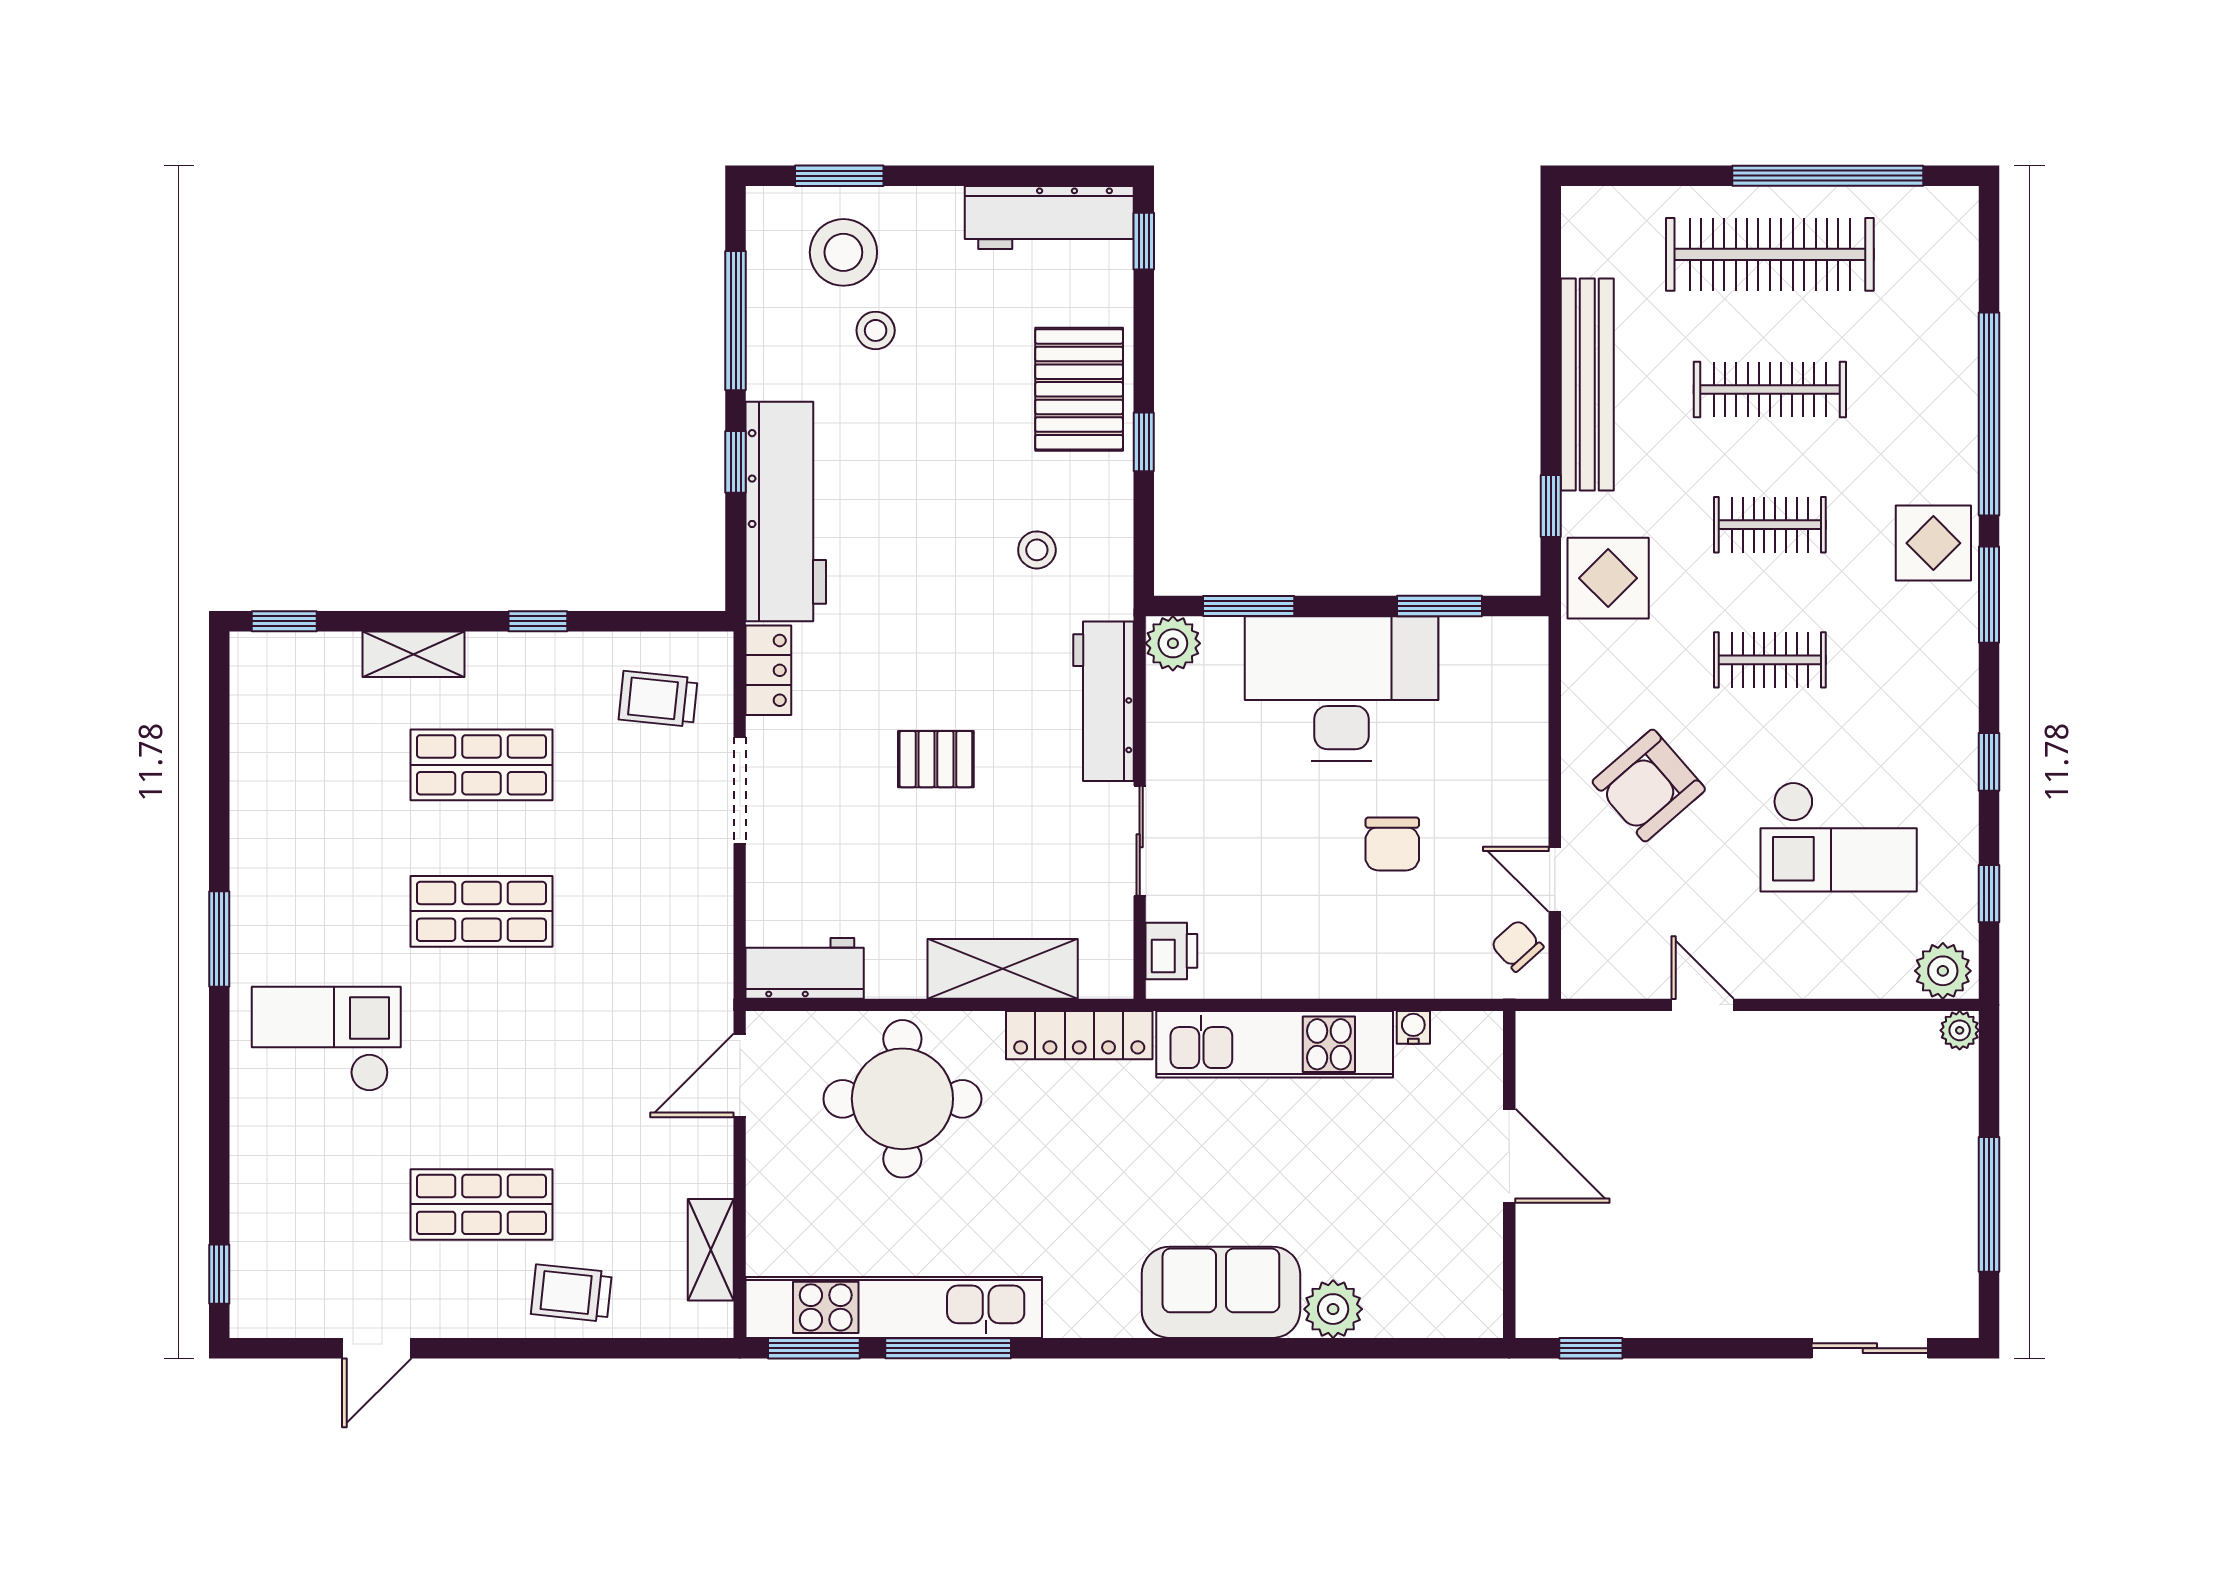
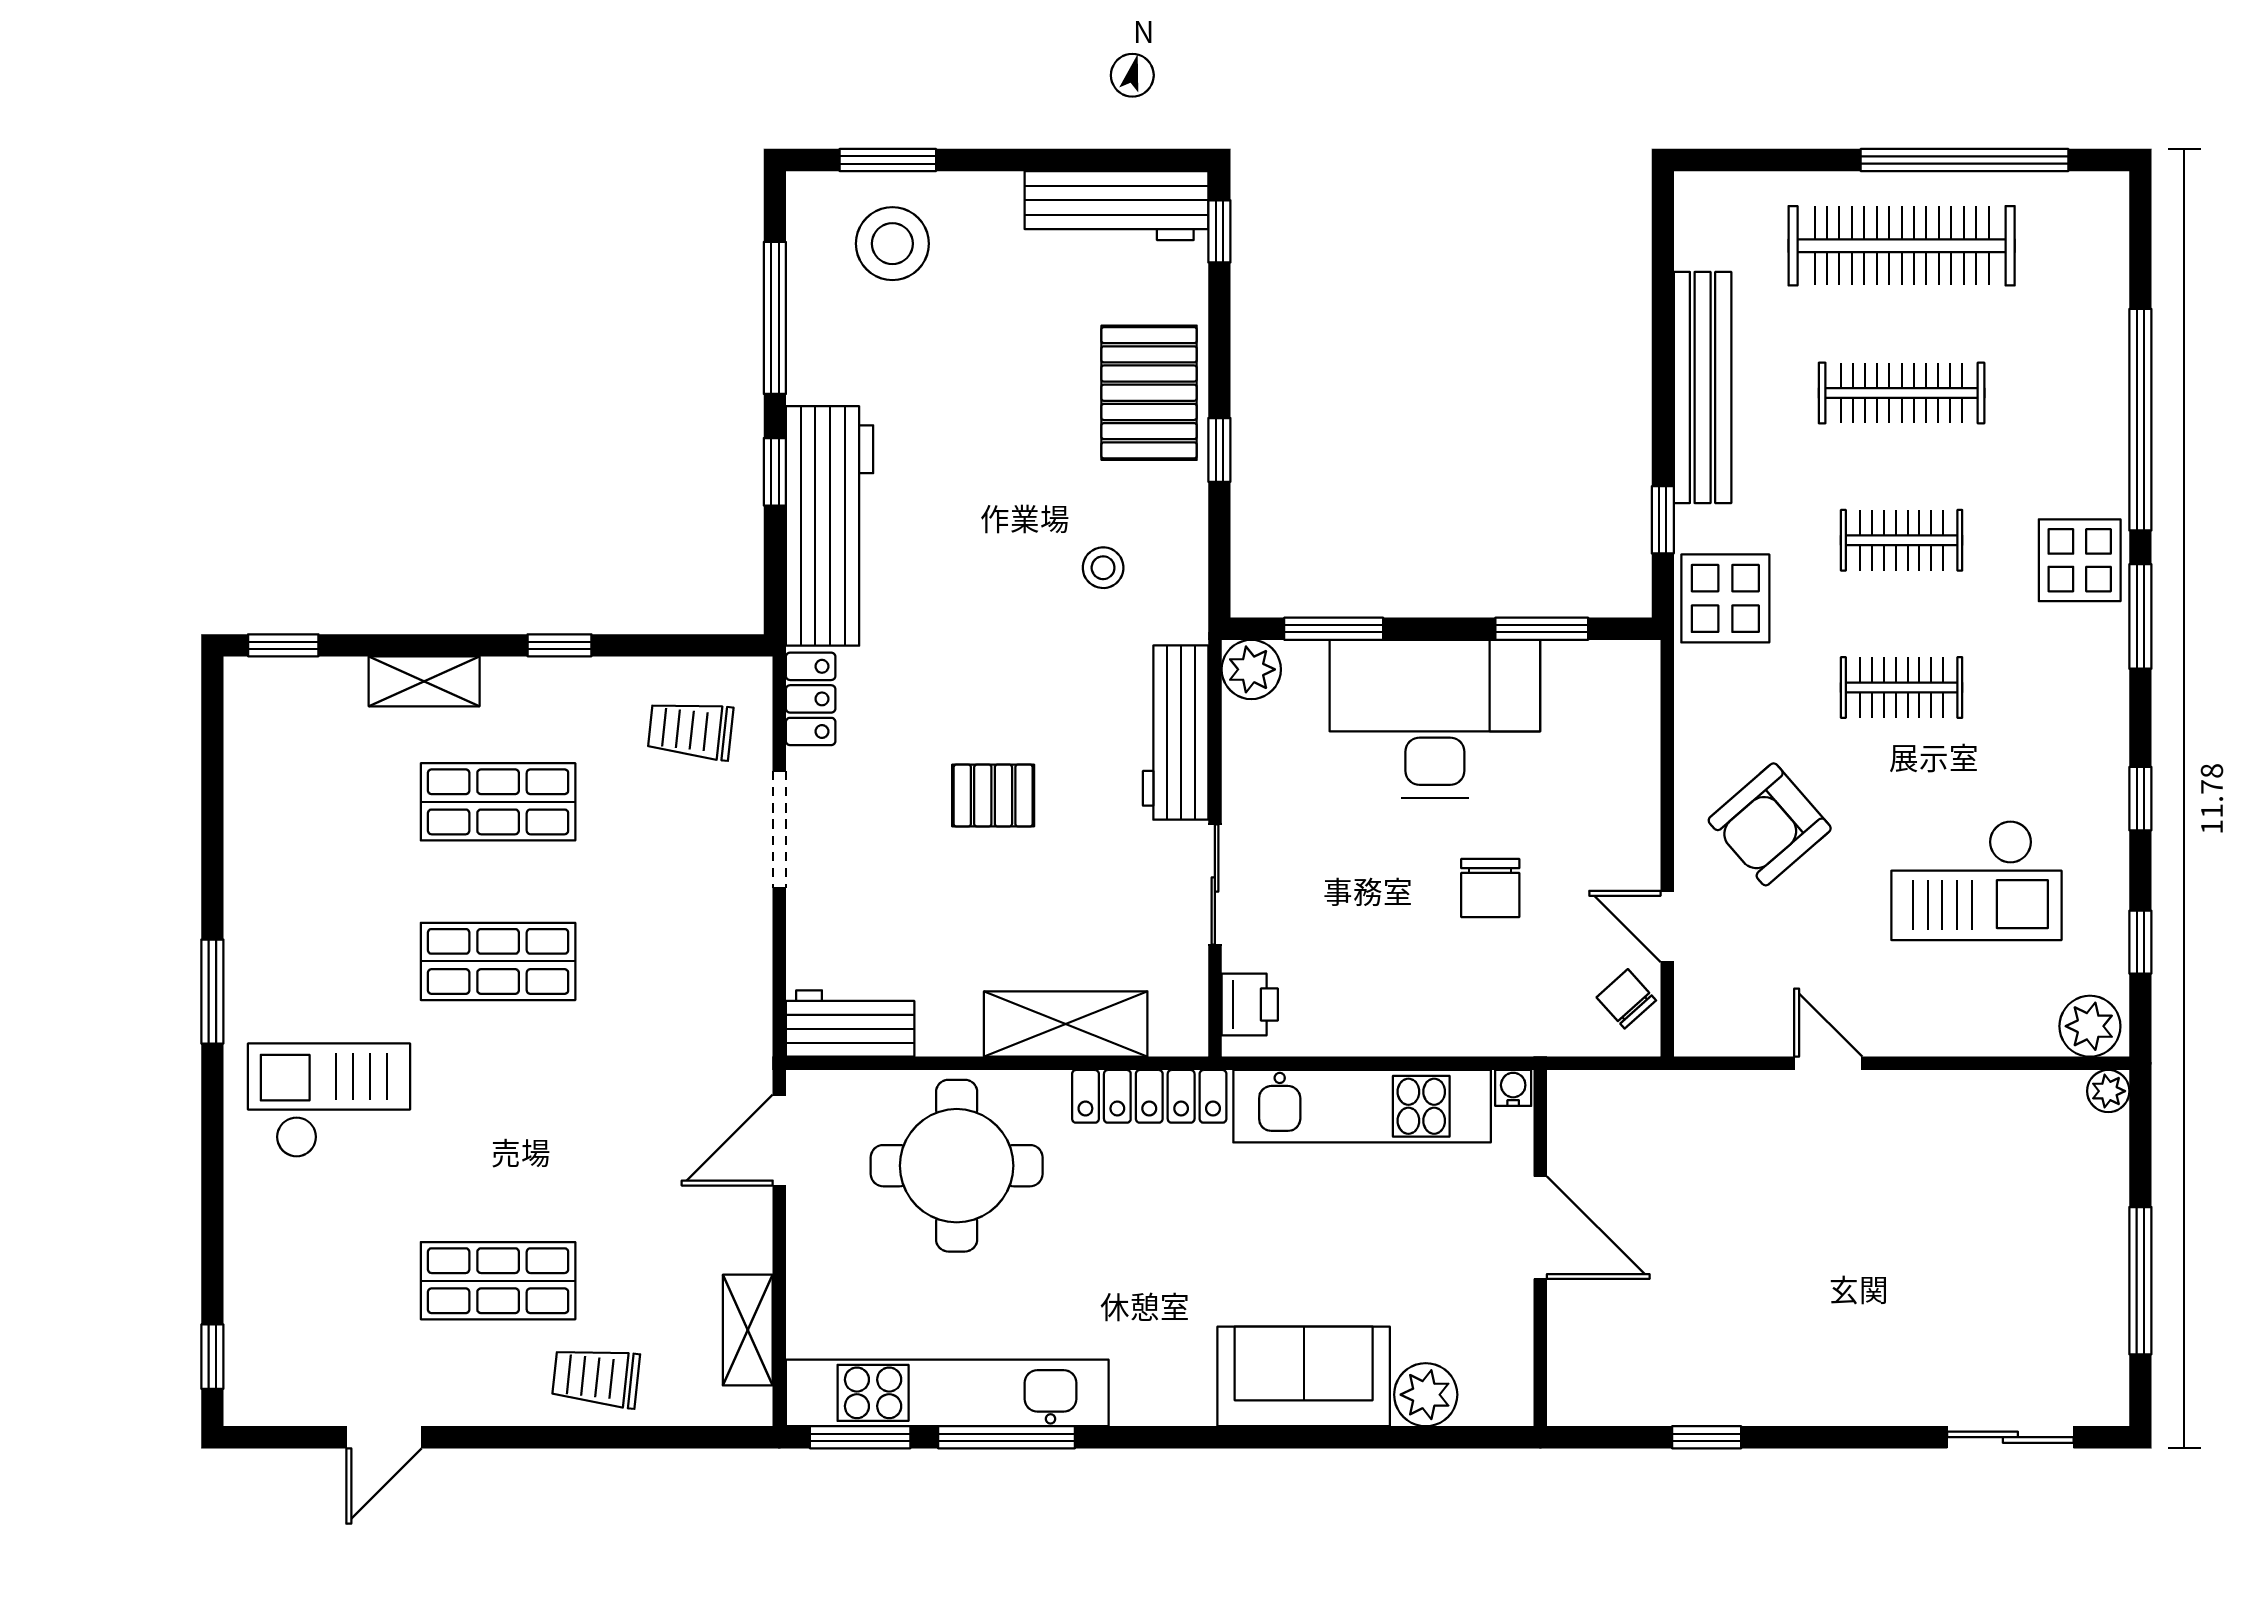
stool: (876, 330) -> (927, 329), removed
door: (1509, 1156) -> (1540, 1228), moved
wall: (1509, 1175) -> (1540, 1248), moved

